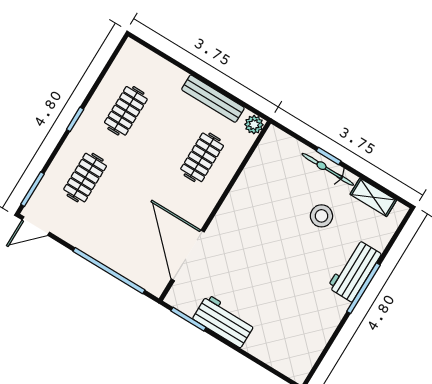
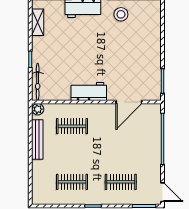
bicycle: (328, 169) -> (38, 82), moved
stool: (321, 216) -> (121, 14), moved
door: (188, 255) -> (129, 102), width x0.73
workbench: (224, 321) -> (89, 91), moved, turned 90

